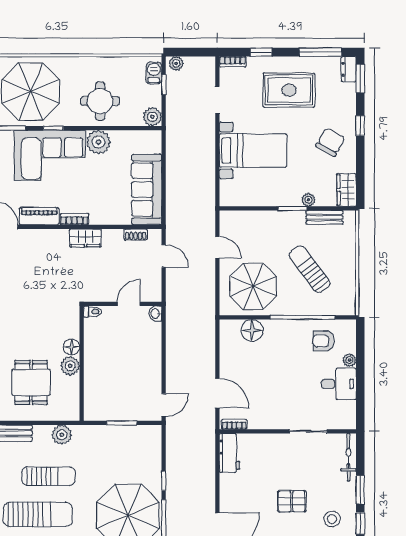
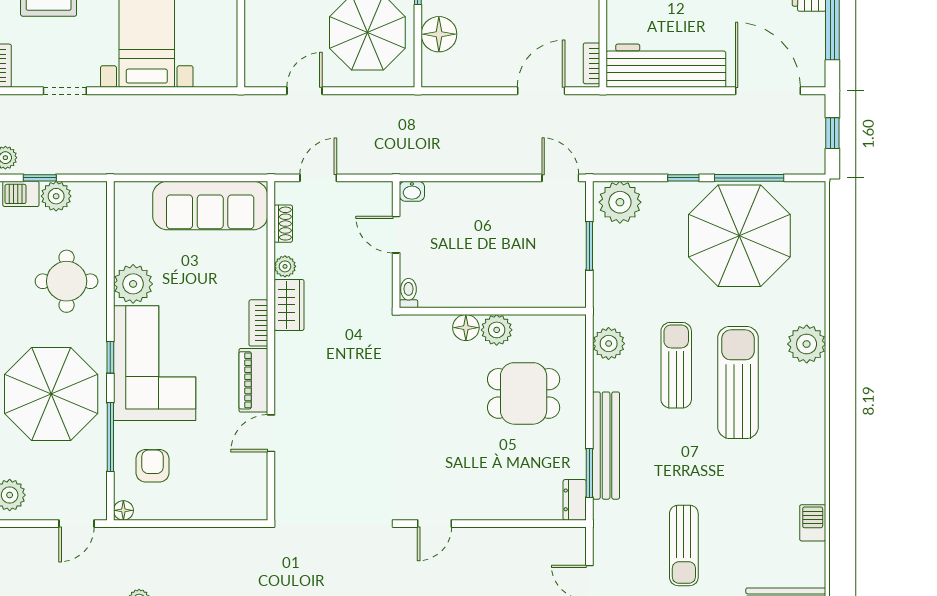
plant: (152, 117) -> (56, 196), moved
plant: (109, 236) -> (285, 266), added
plant: (149, 442) -> (620, 202), added
workbench: (229, 453) -> (666, 66), width x1.88, depth x1.32

